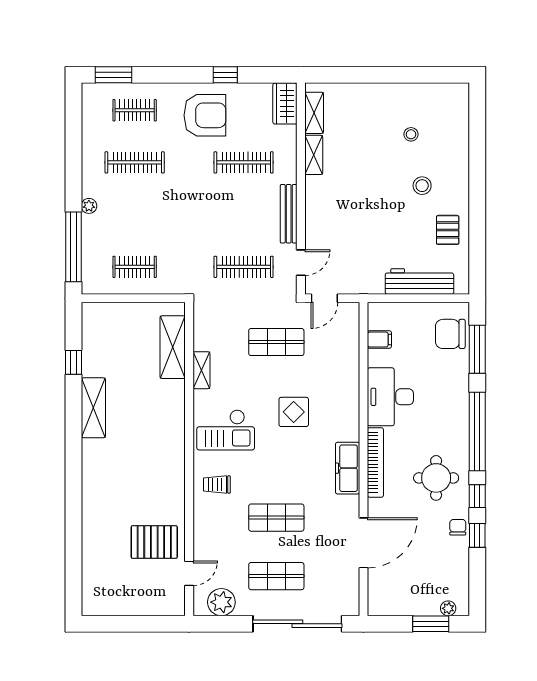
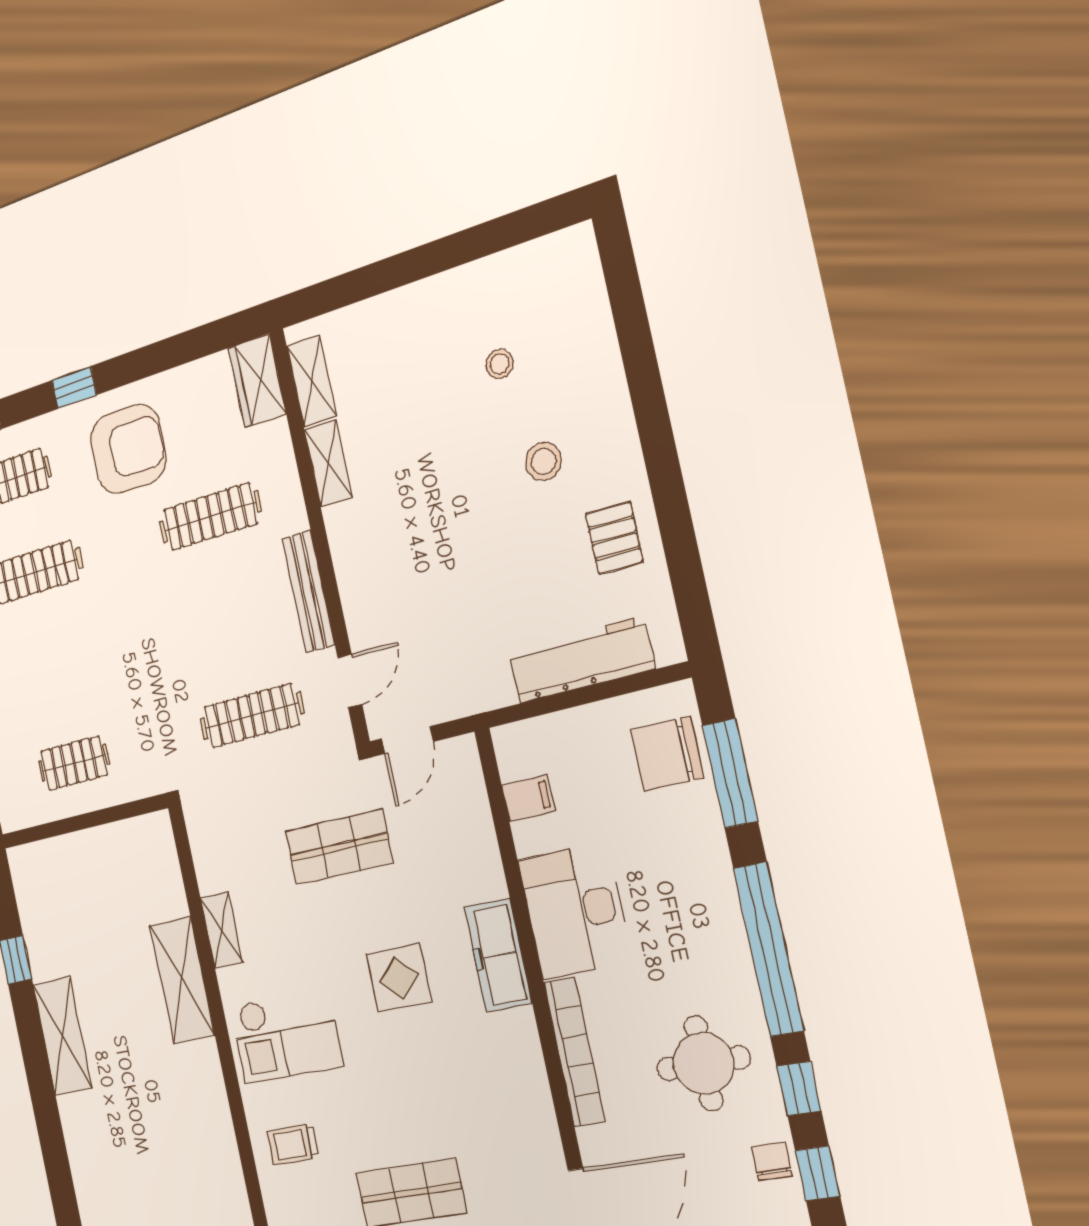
window: (225, 75) -> (74, 388), moved
shelving: (173, 347) -> (182, 980), moved
freezer: (348, 468) -> (498, 955), moved

